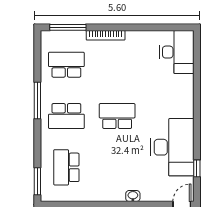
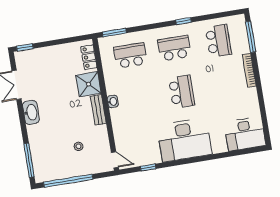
window: (37, 101) -> (184, 21), width x0.46
school desk: (66, 116) -> (174, 48), turned 90
desk: (172, 147) -> (184, 140), moved
washbasin: (133, 196) -> (113, 101), moved

